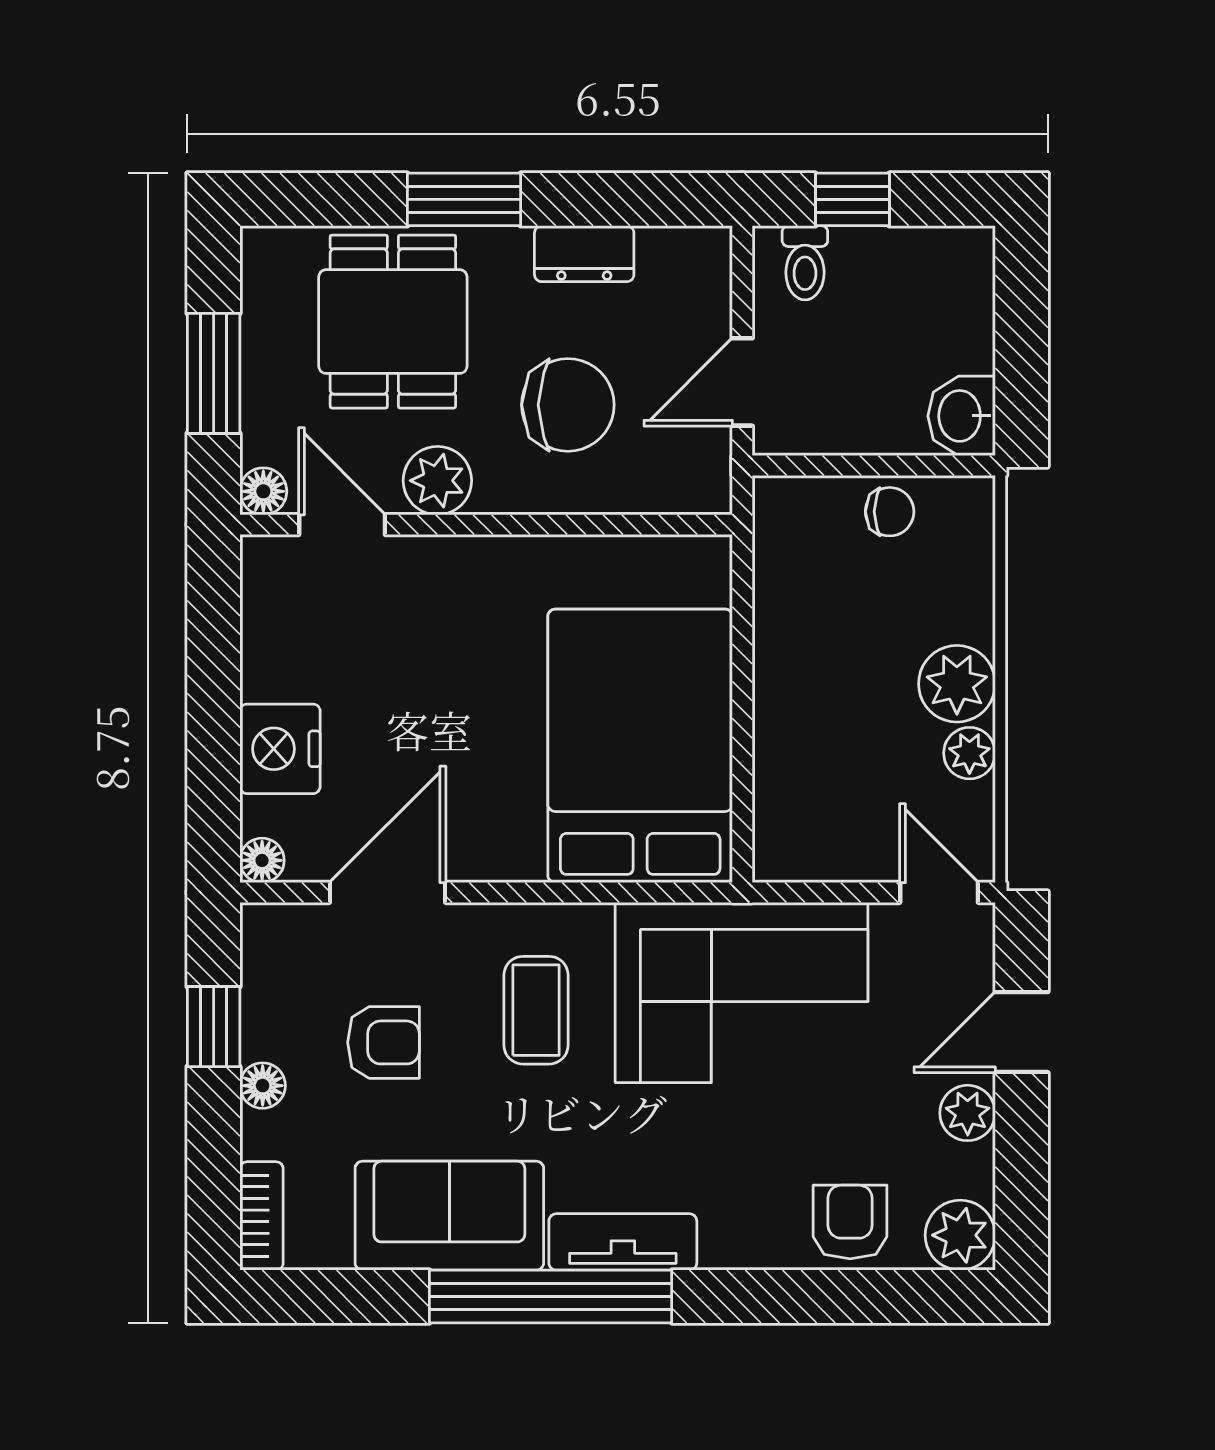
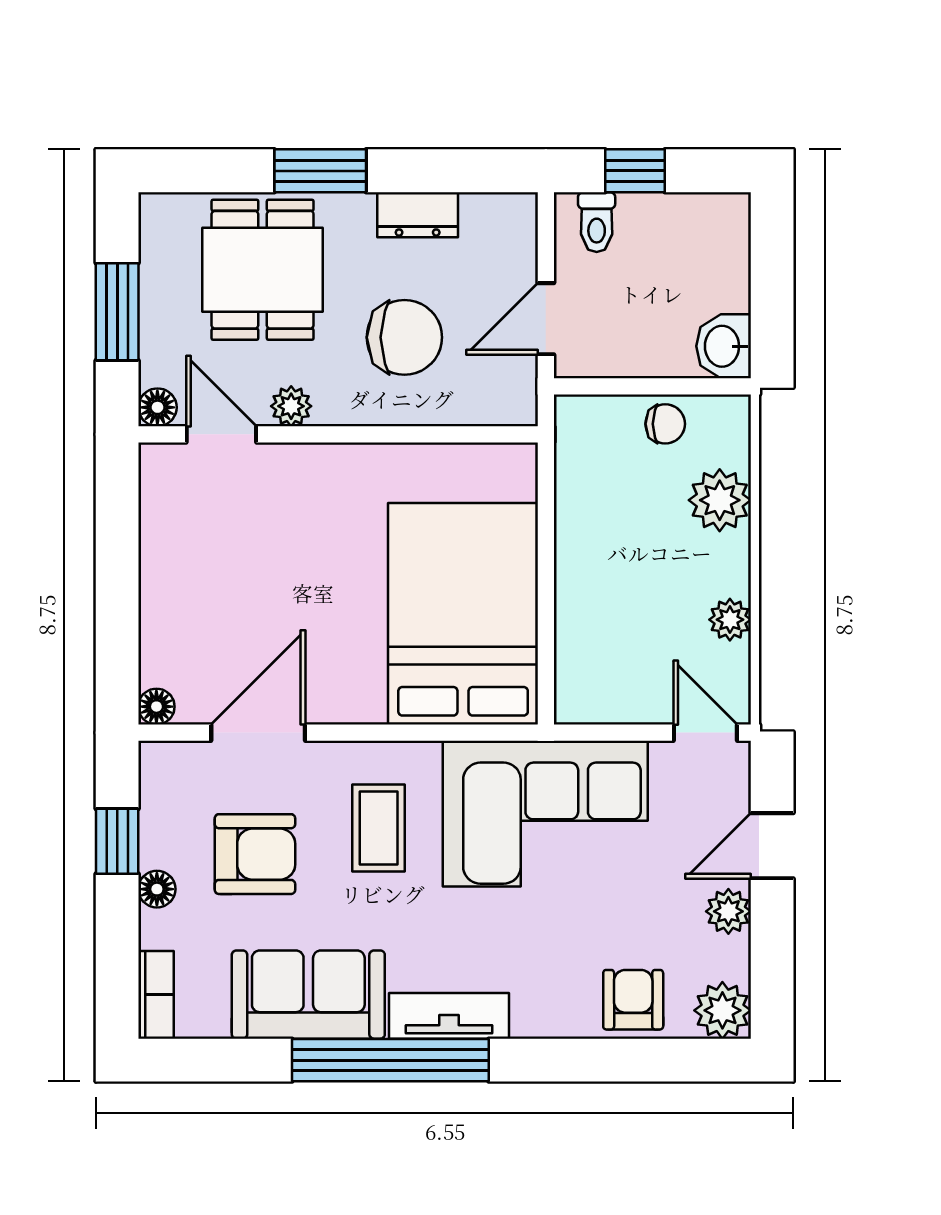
plant: (437, 481) -> (291, 406), width x0.73, depth x0.73
plant: (957, 684) -> (720, 500), moved
nightstand: (280, 749) -> (171, 616), removed
armchair: (384, 1042) -> (255, 854), width x1.38, depth x1.38

